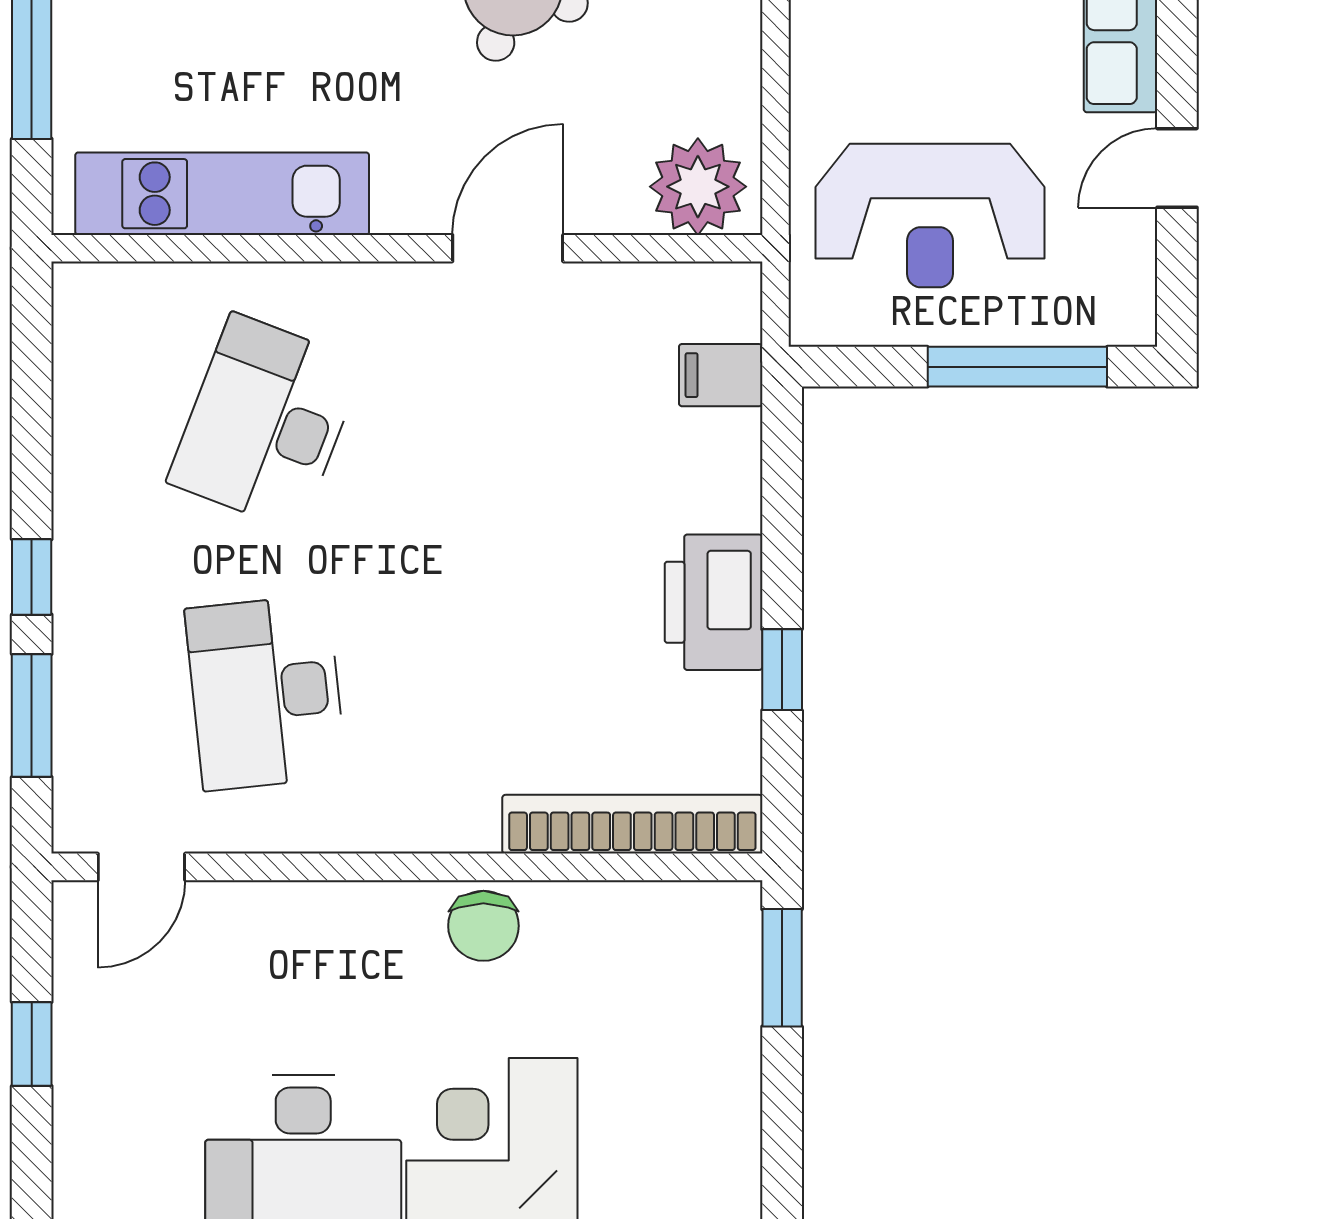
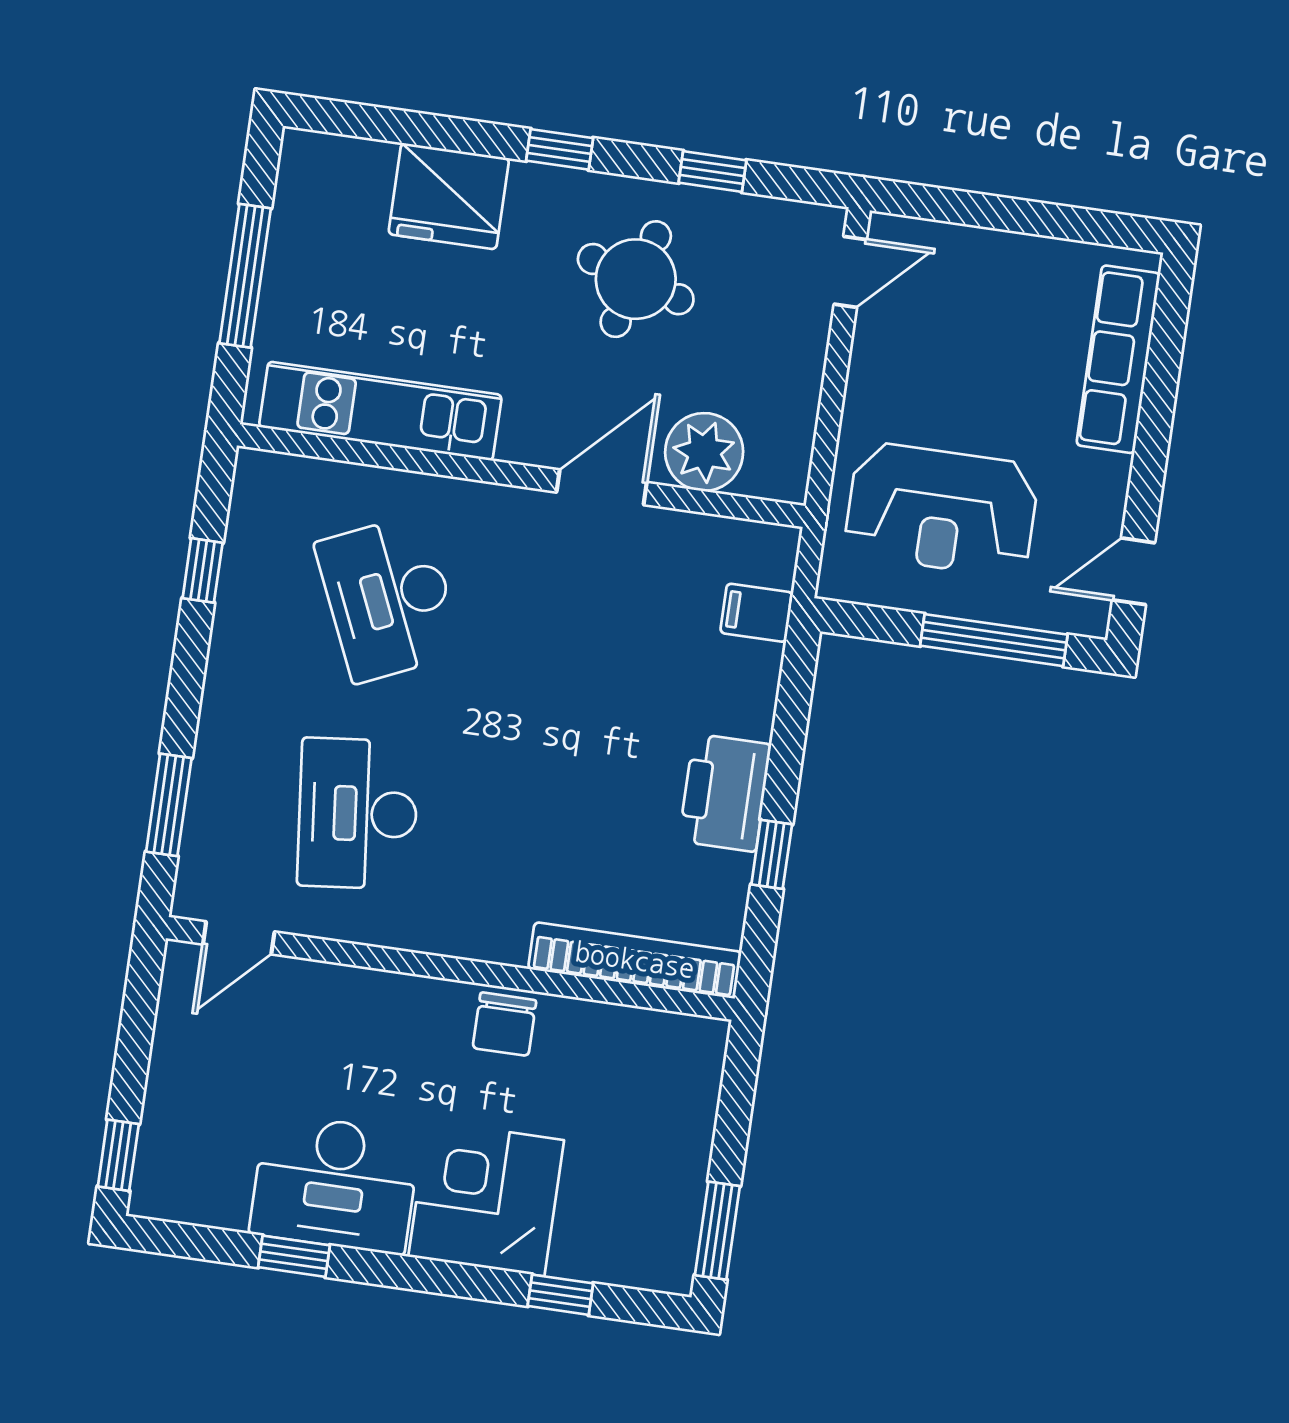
door: (1177, 168) -> (1134, 571), moved
plant: (698, 187) -> (704, 452), moved
desk: (266, 422) -> (389, 598), turned -45
window: (32, 577) -> (203, 570), moved
window: (782, 968) -> (717, 1231), moved
window: (32, 1044) -> (118, 1155), moved

